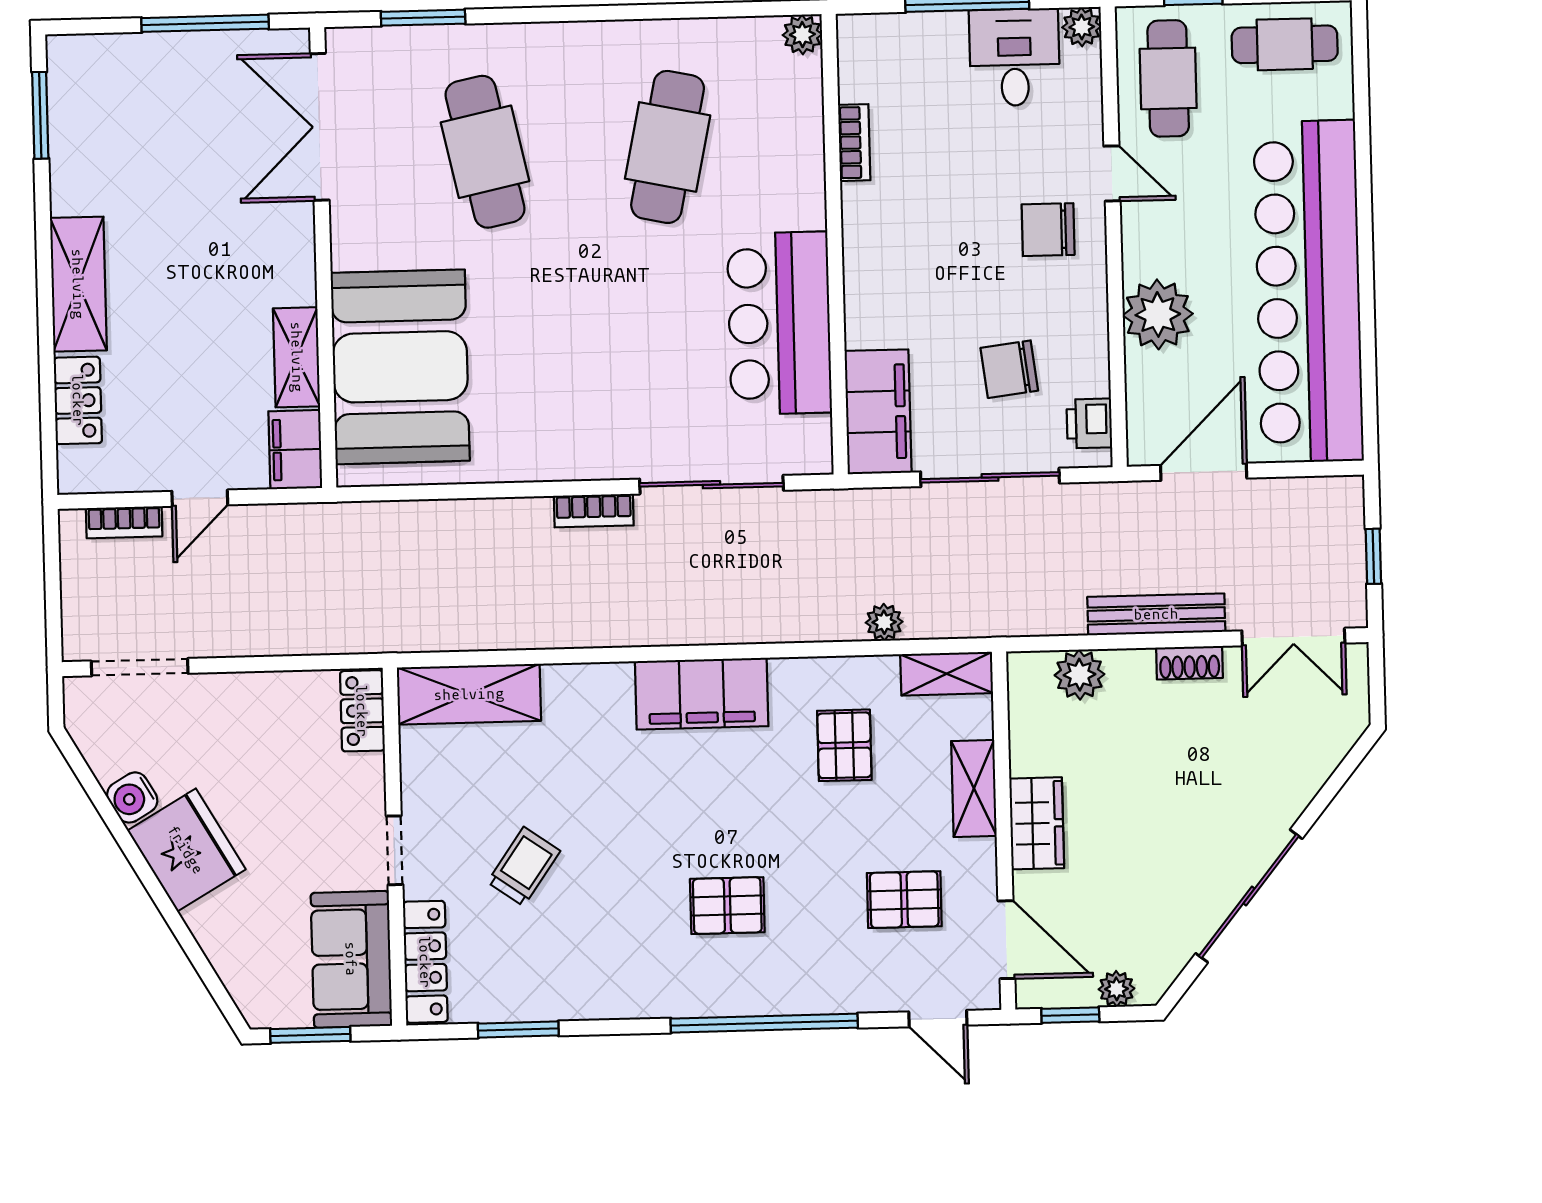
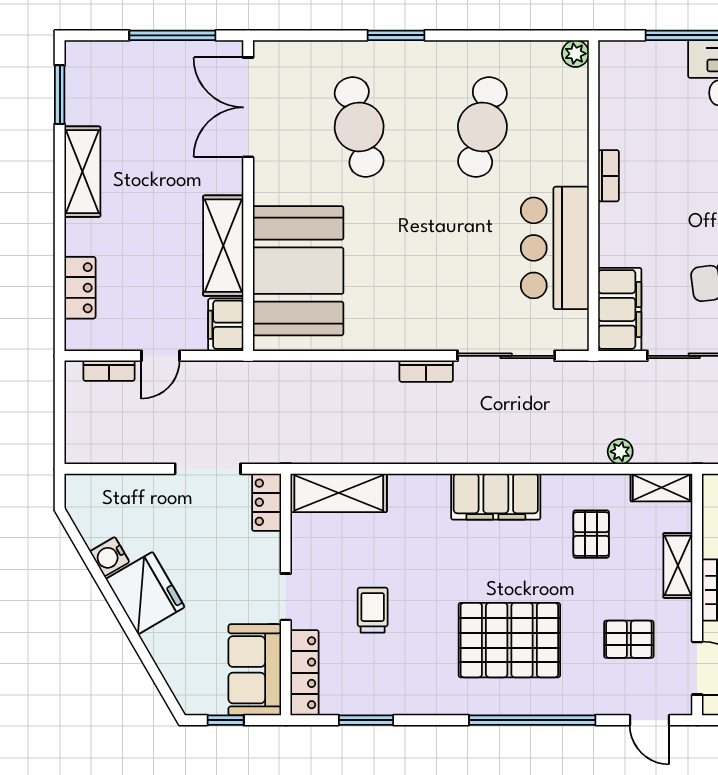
window: (423, 18) -> (396, 35), moved
bookcase: (854, 143) -> (609, 176), moved
shelving: (78, 284) -> (82, 172), moved
shelving: (297, 357) -> (223, 246), width x1.50, depth x1.33
doorway: (140, 667) -> (208, 469), moved
trolley: (524, 867) -> (373, 610), turned -35
pallet: (727, 906) -> (509, 640), width x2.05, depth x2.00
window: (310, 1035) -> (226, 720), width x0.67

